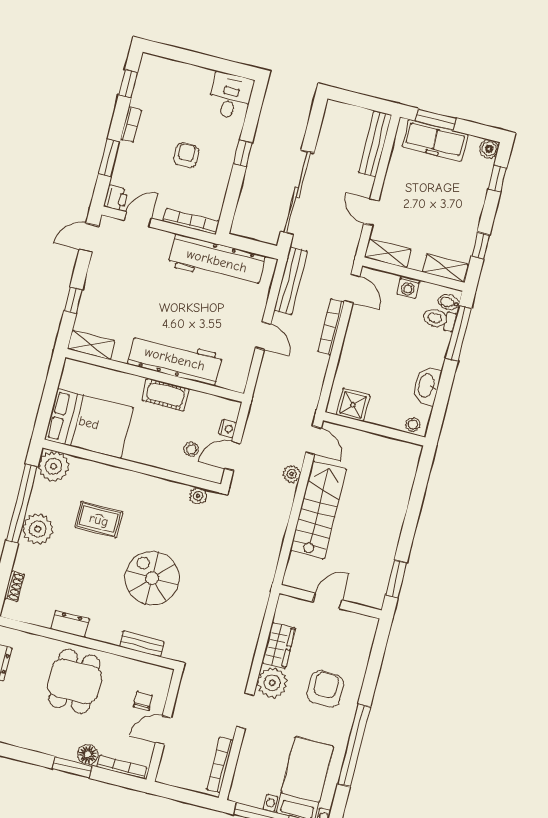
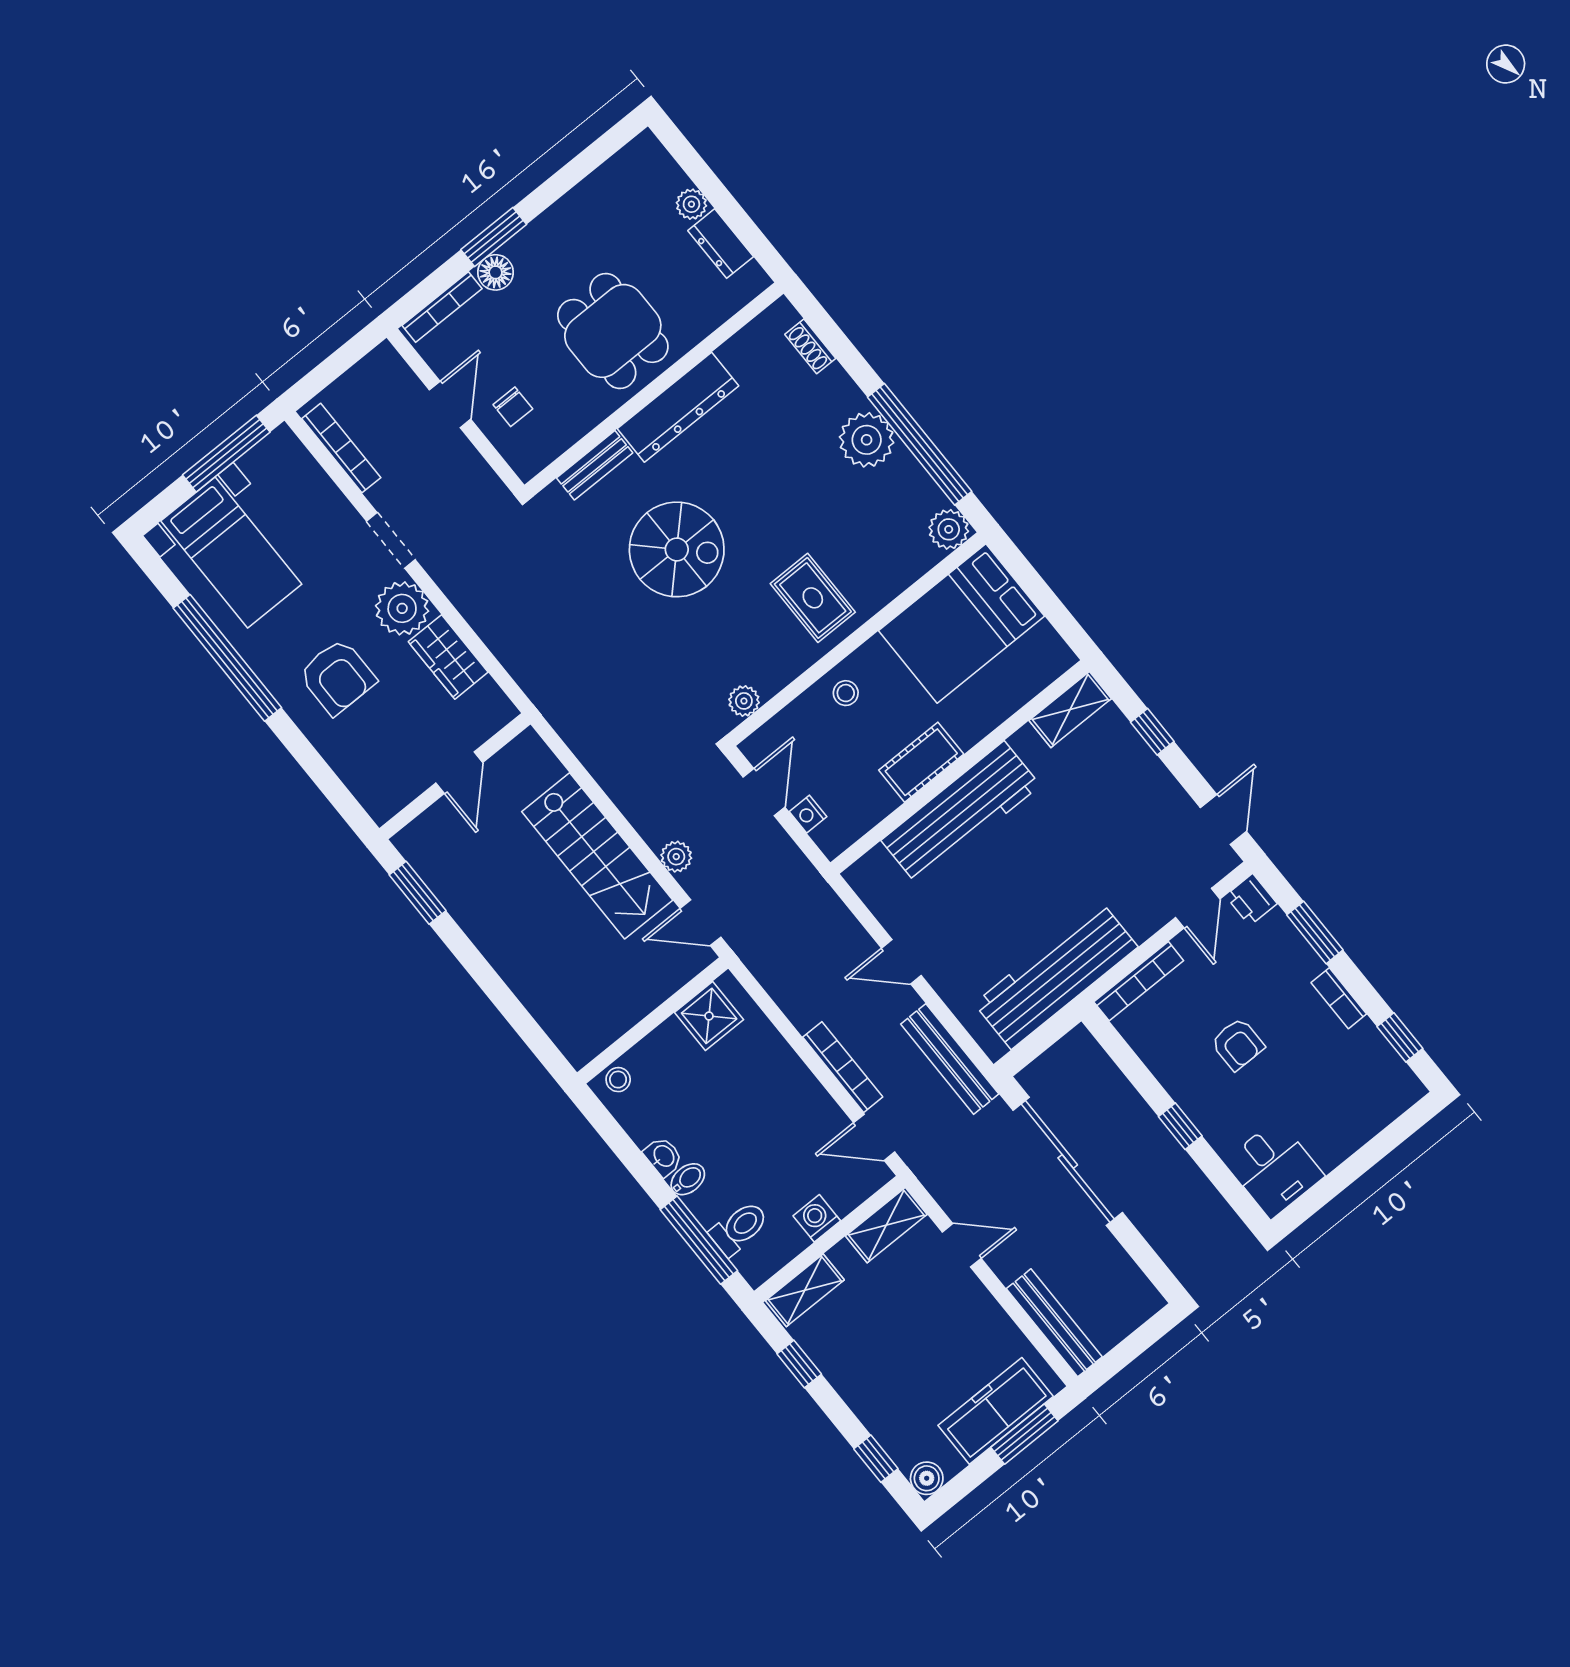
bidet: (449, 302) -> (688, 1179), moved
washbasin: (427, 386) -> (663, 1156), width x0.52, depth x0.69
stool: (191, 449) -> (846, 693), moved
plant: (53, 466) -> (949, 529), width x0.73, depth x0.73
rug: (99, 520) -> (813, 598), moved, turned 90
dresser: (70, 624) -> (678, 407), width x1.96, depth x1.24

